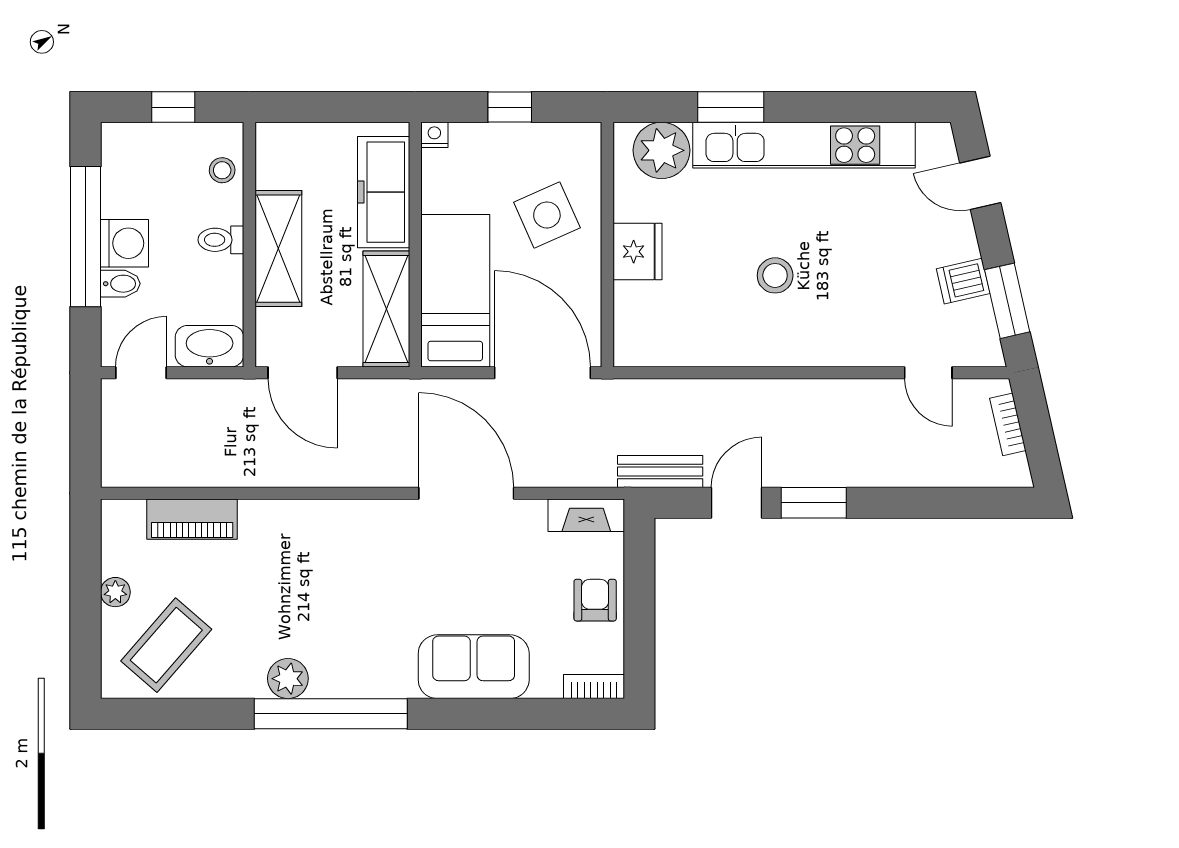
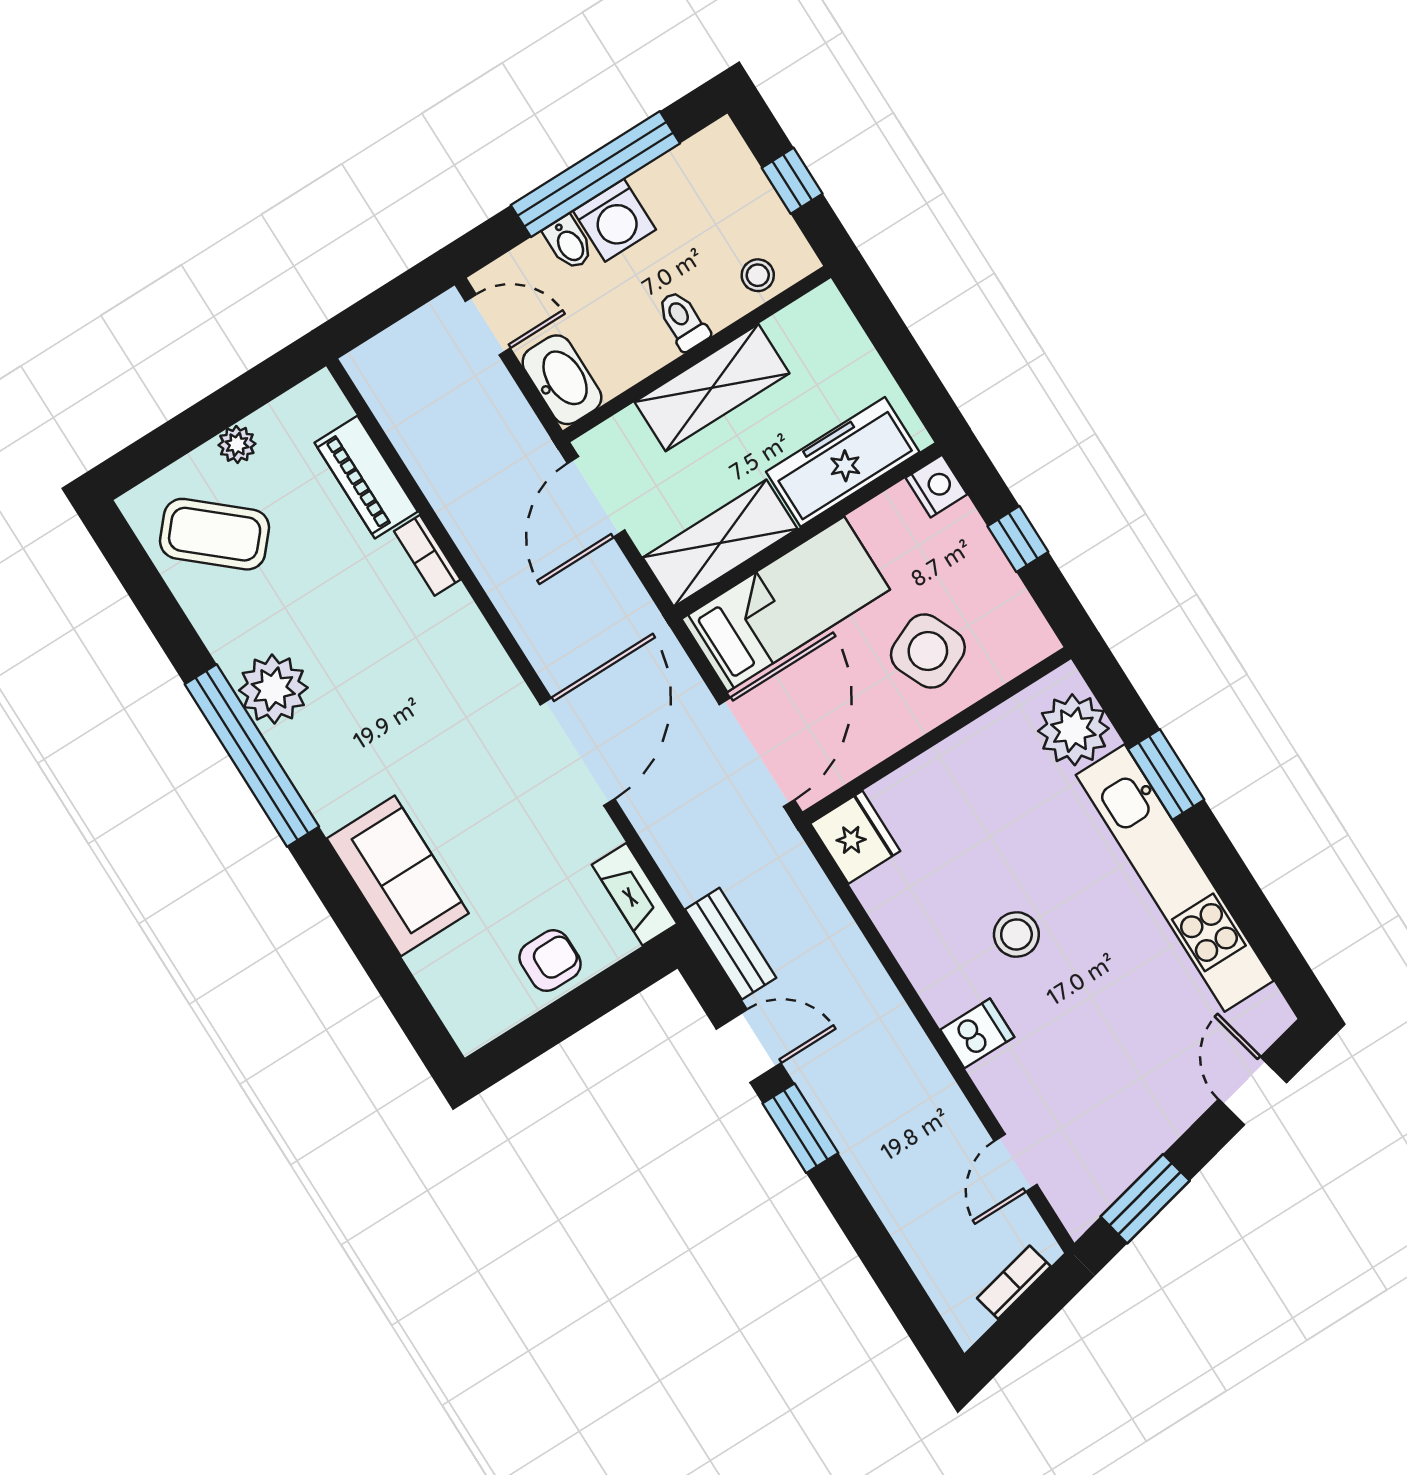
nightstand: (434, 135) -> (936, 486), width x1.39, depth x1.35
fridge: (637, 252) -> (855, 837), moved, turned -90
dishwasher: (963, 281) -> (977, 1033), moved, turned 103
plant: (288, 679) -> (273, 689), width x1.36, depth x1.36
bookcase: (594, 687) -> (427, 555), moved, turned 180

